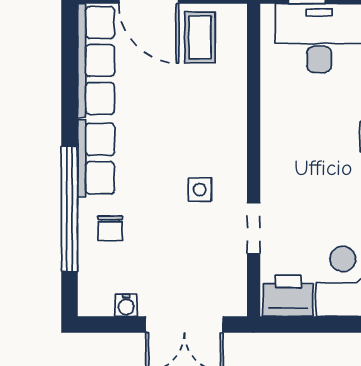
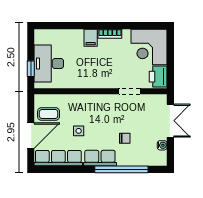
side table: (200, 190) -> (79, 131), moved
chair: (110, 228) -> (125, 138), moved

